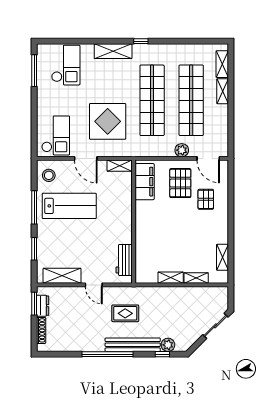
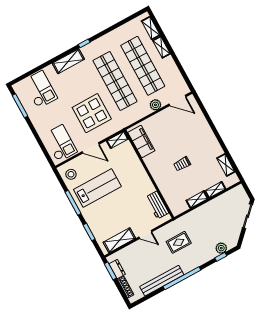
pallet: (180, 183) -> (167, 129), removed
pallet: (206, 199) -> (192, 130), removed
trolley: (176, 230) -> (182, 164), added
bench: (133, 345) -> (162, 281), moved

